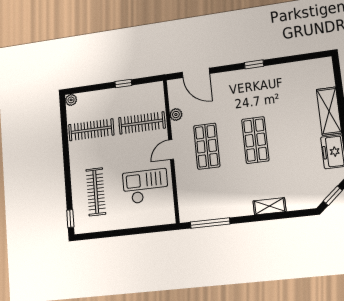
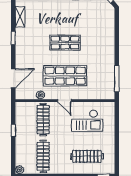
shop shelf: (207, 146) -> (65, 76), width x1.43, depth x1.36
checkout: (145, 186) -> (87, 121), turned -90
shelving: (270, 206) -> (20, 17), moved

